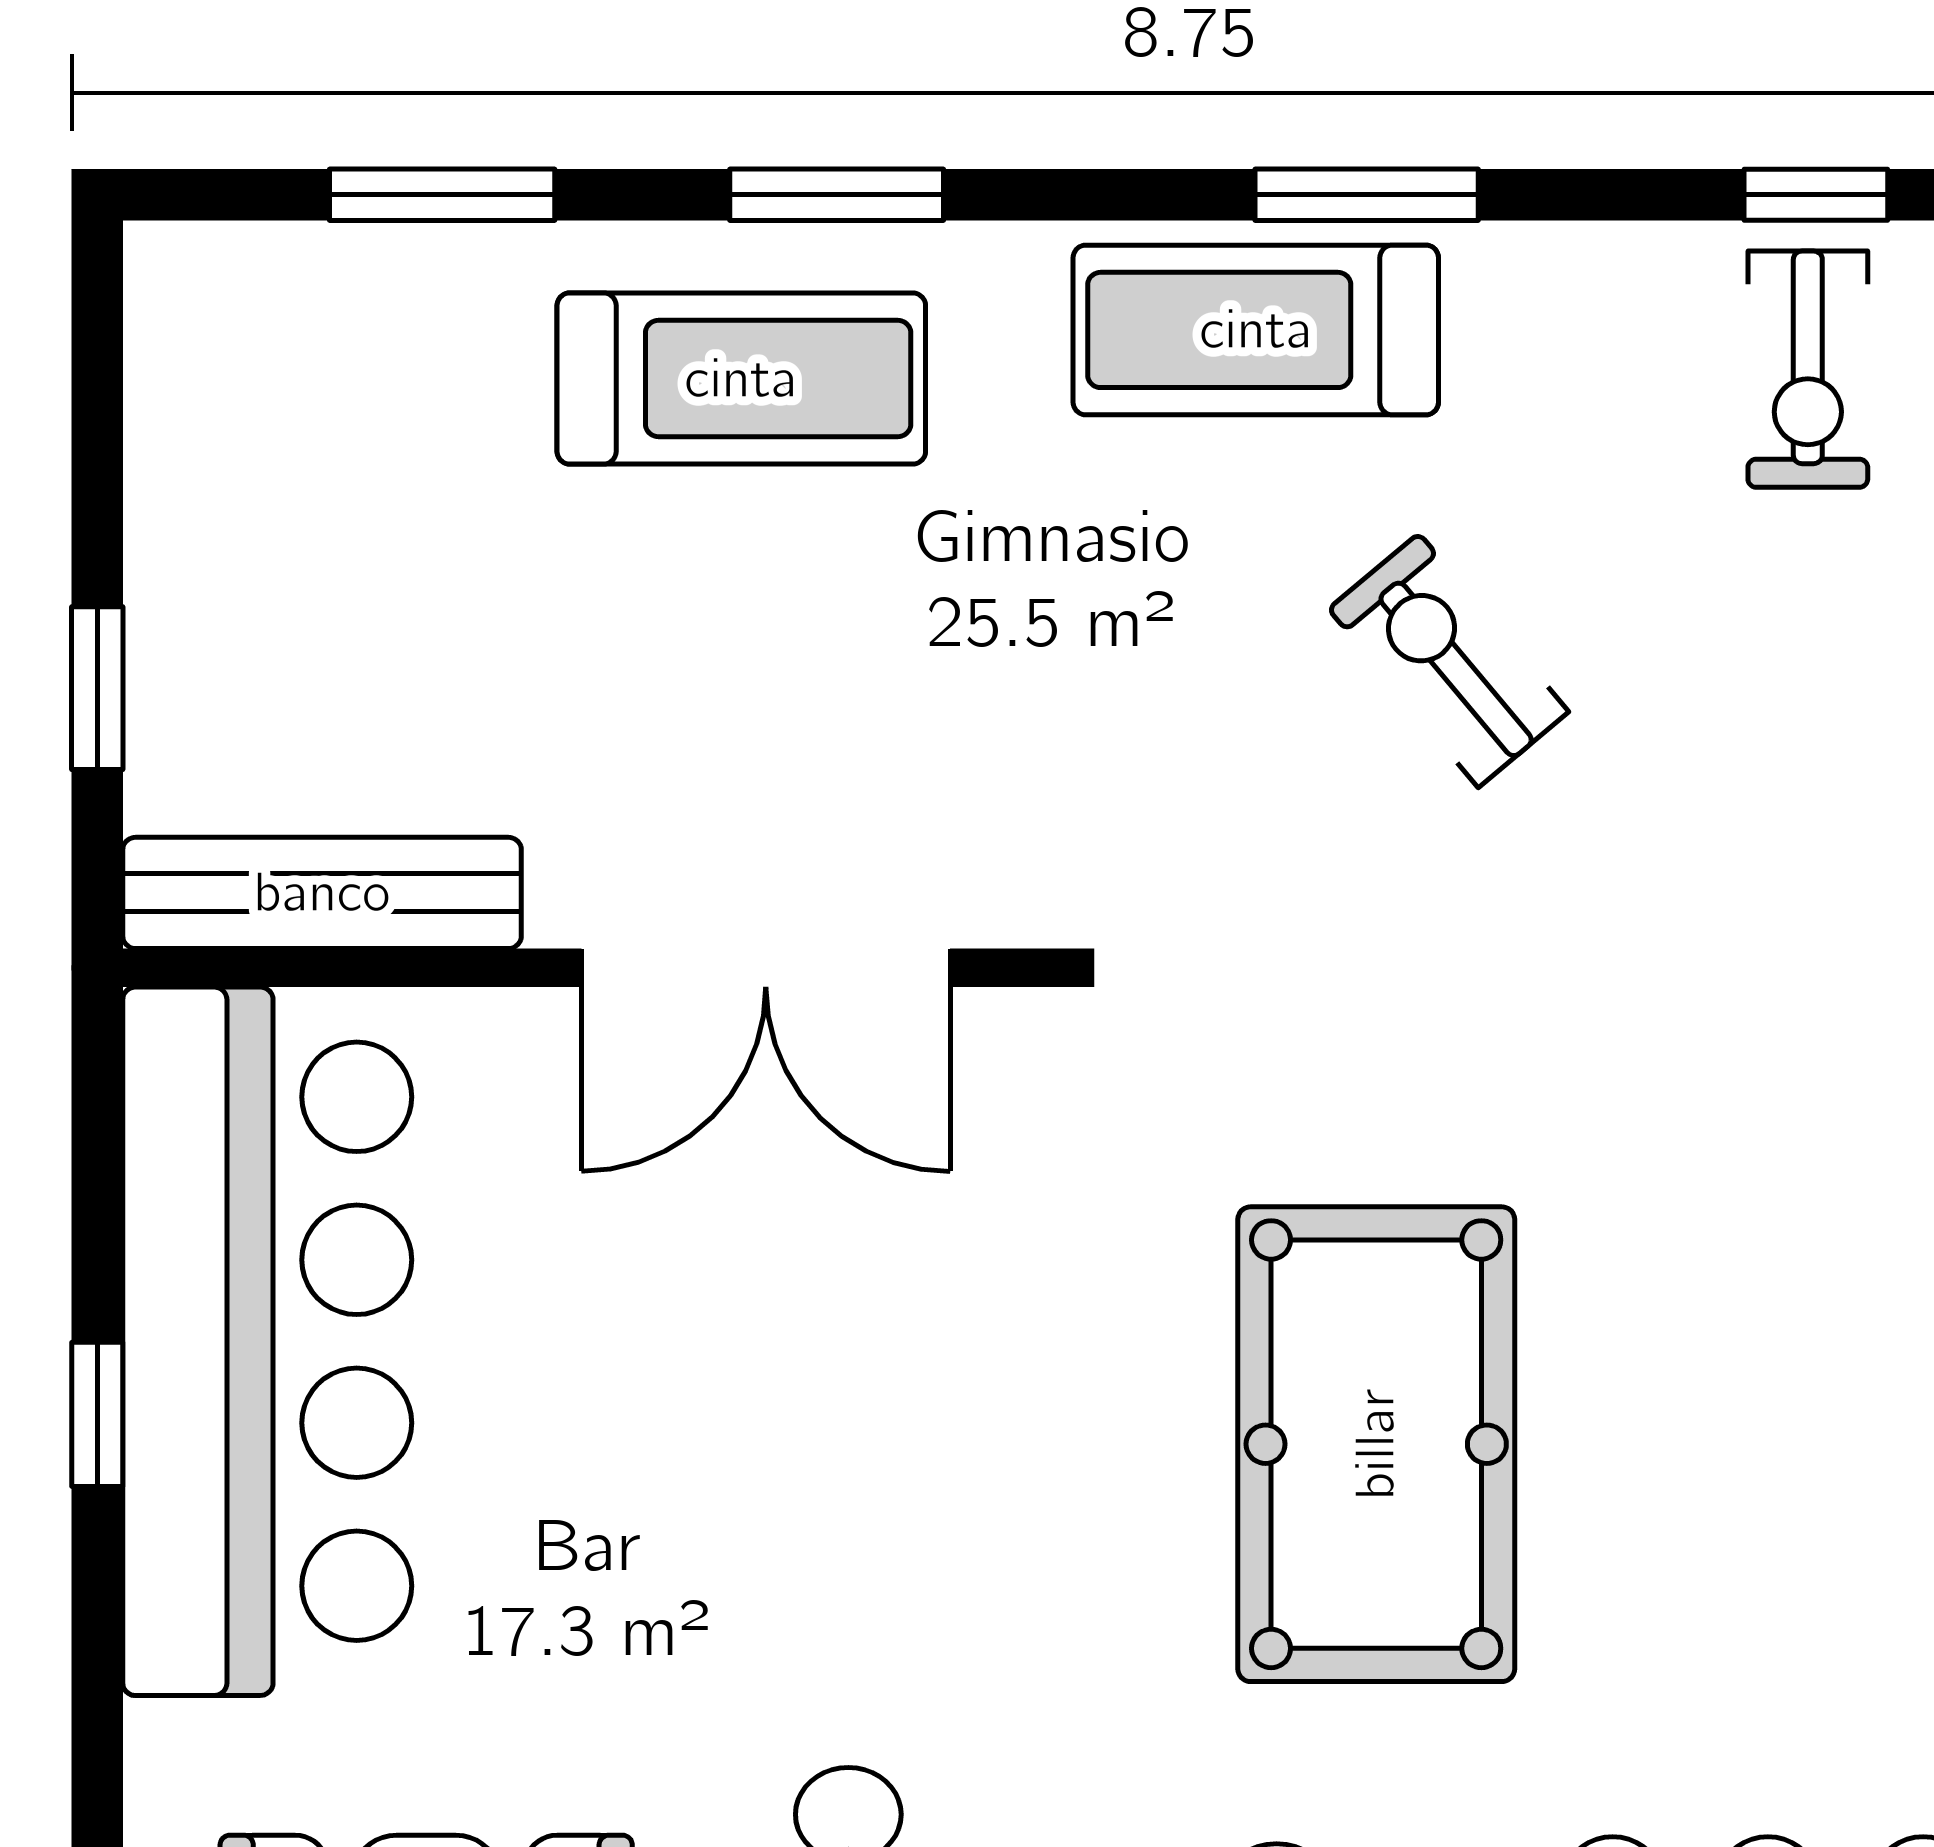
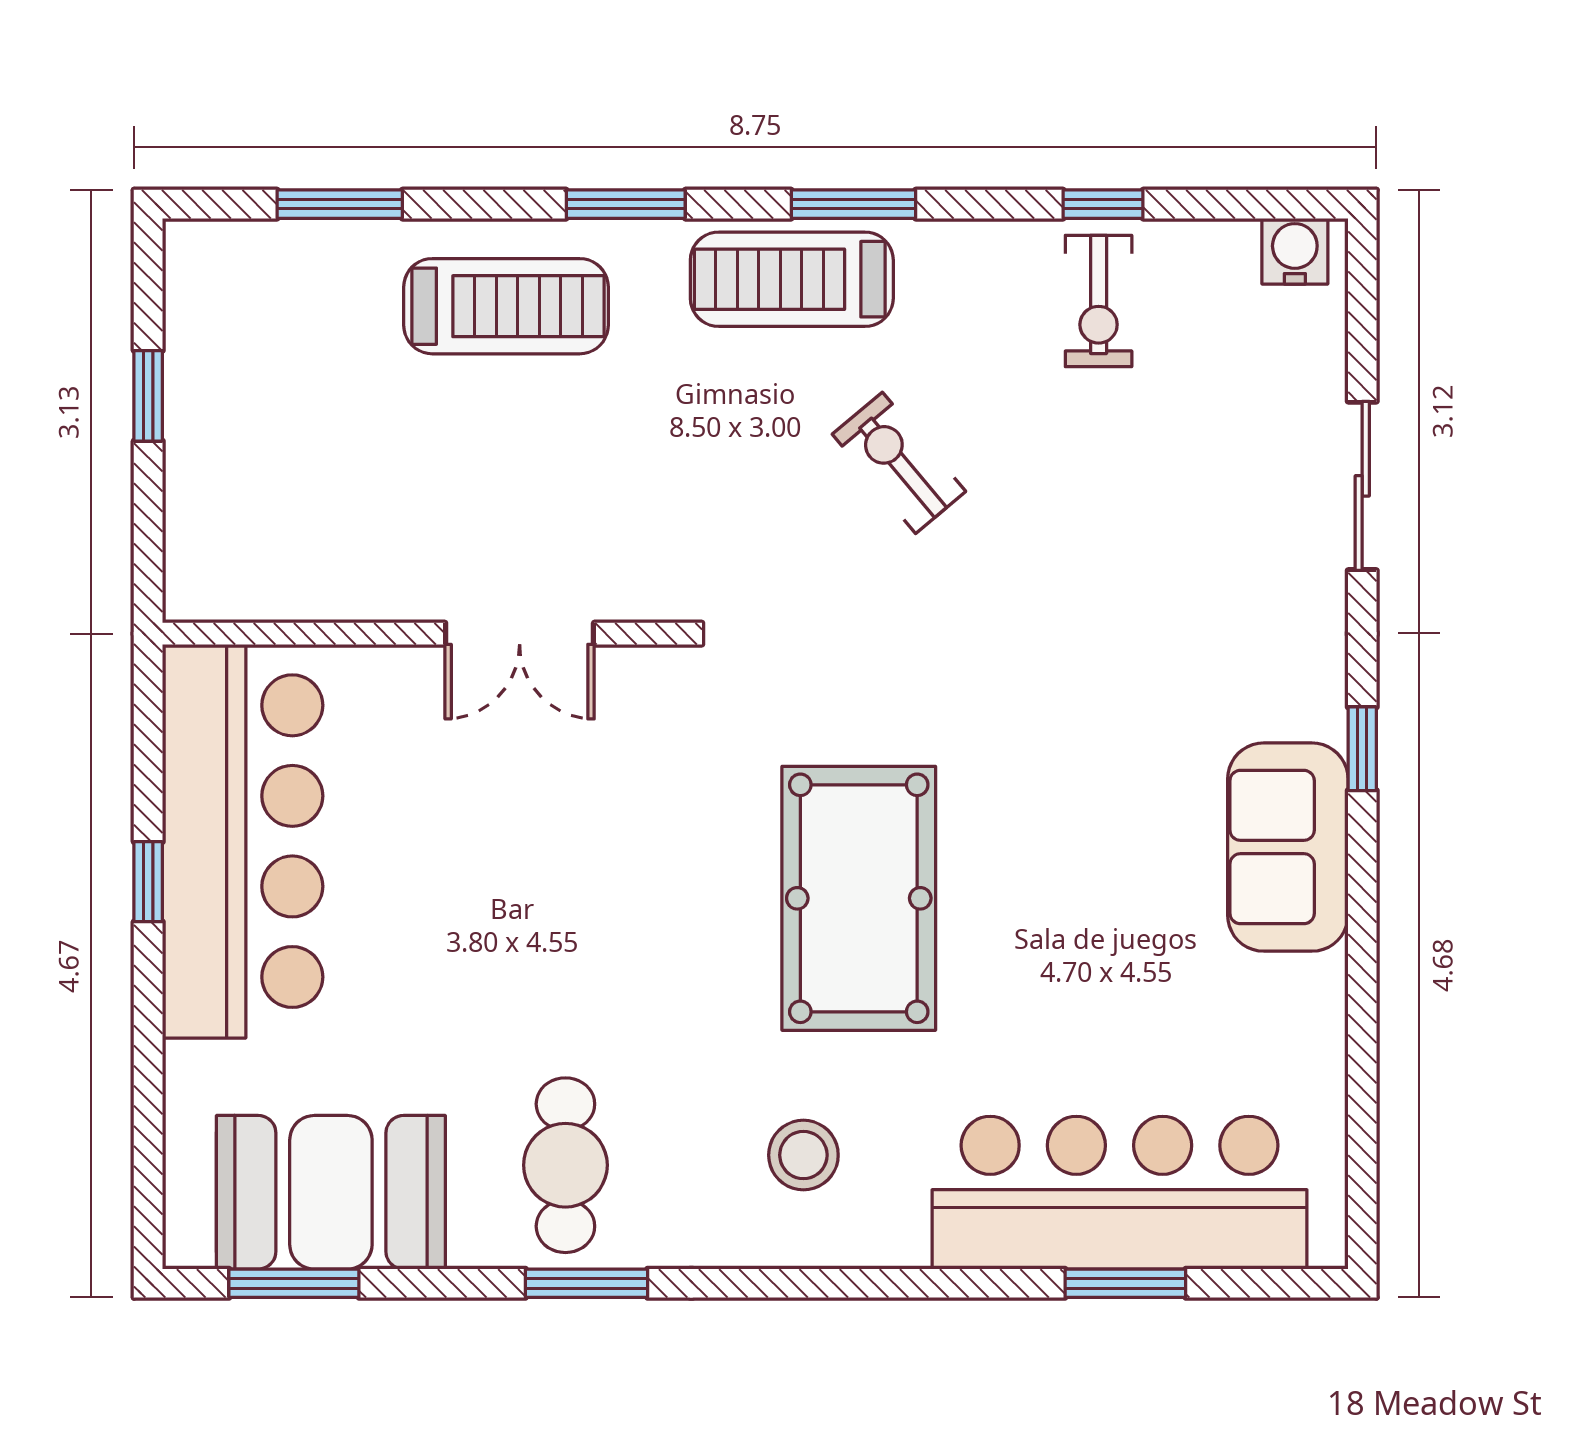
window: (837, 195) -> (626, 204), moved
window: (97, 688) -> (148, 396), moved
bench: (322, 893) -> (273, 592), removed
double door: (766, 968) -> (520, 634), width x0.73

